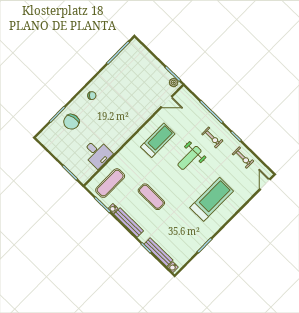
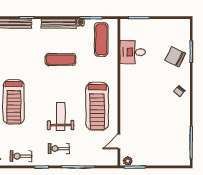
chair: (71, 122) -> (175, 57), turned -52
treadmill: (158, 140) -> (97, 106), width x1.37, depth x1.38

